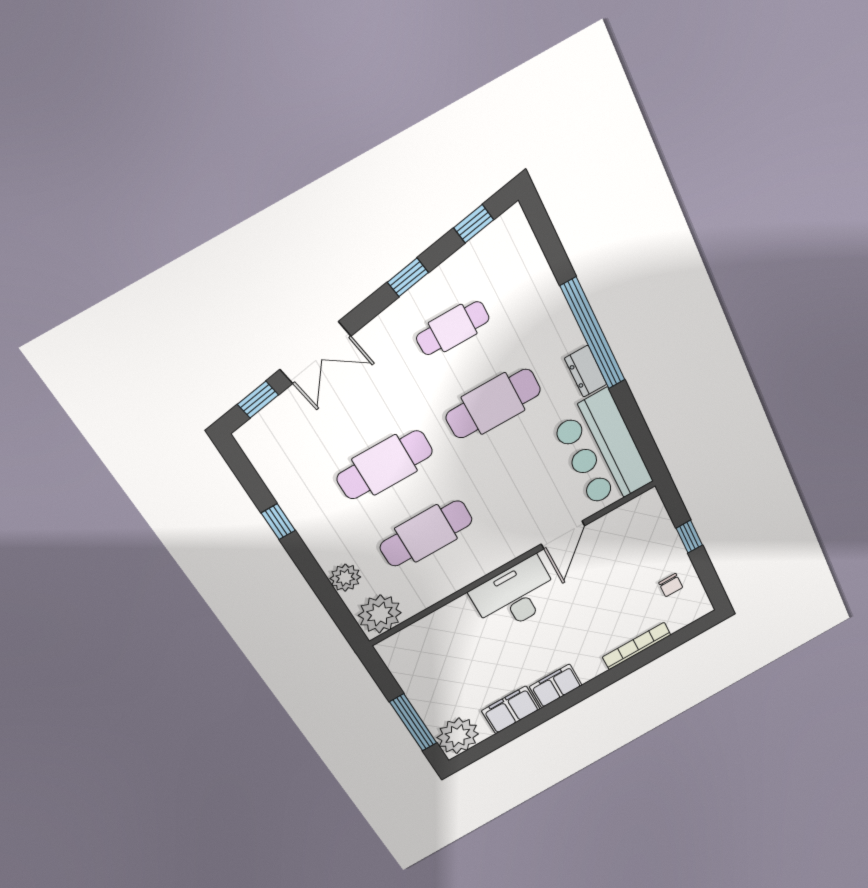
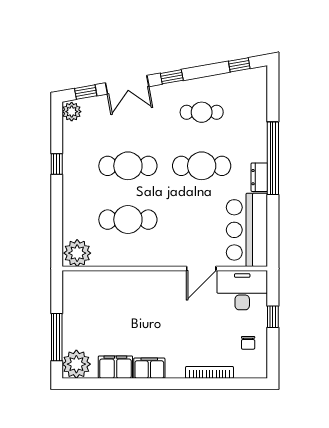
window: (408, 277) -> (172, 77), moved
plant: (345, 578) -> (72, 112), moved
desk: (515, 595) -> (242, 290), moved

